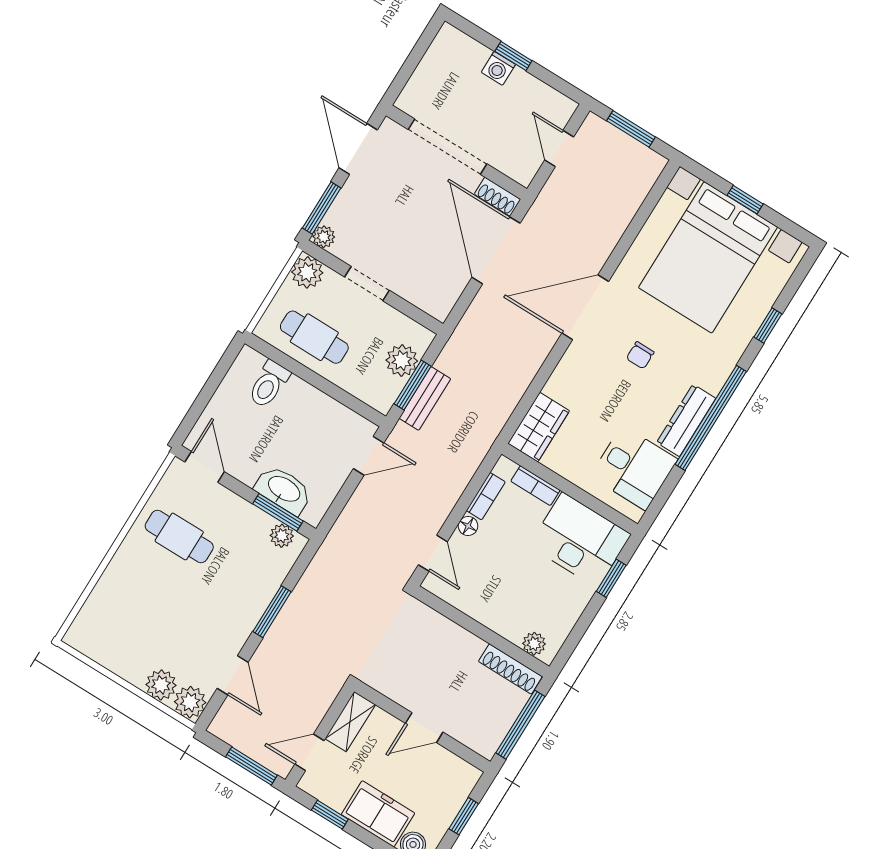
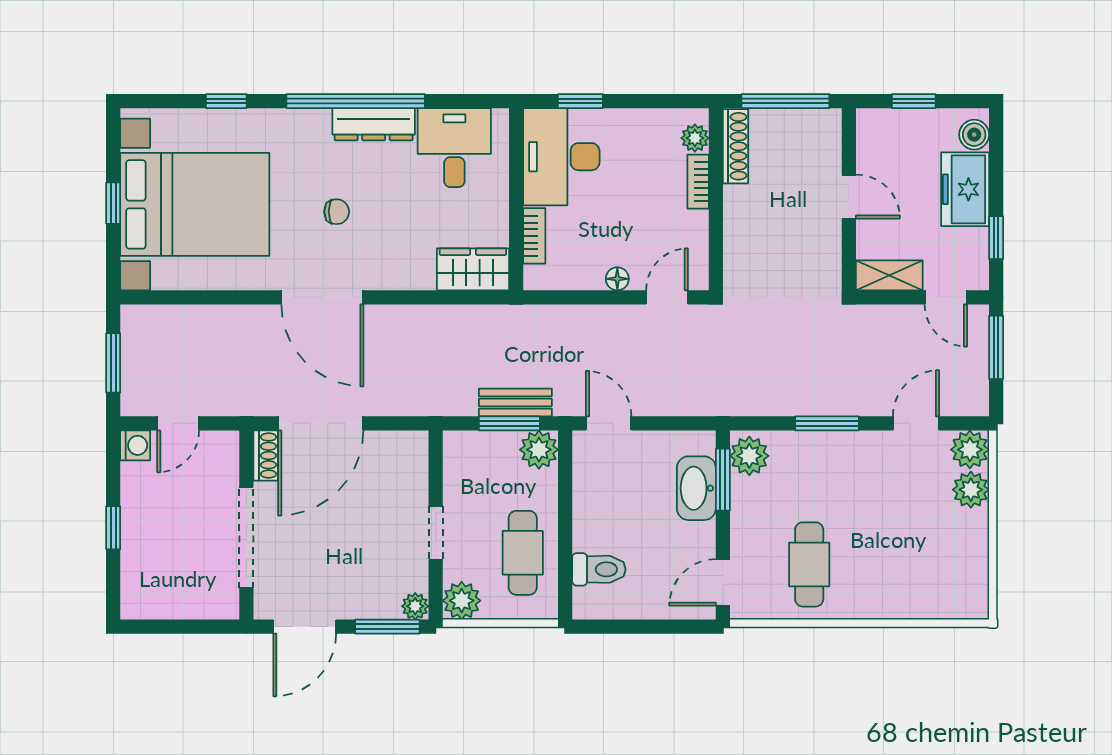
washing machine: (498, 68) -> (135, 445), moved
plant: (402, 361) -> (539, 450), moved
bookcase: (486, 496) -> (698, 182), moved, turned -90
plant: (282, 536) -> (749, 456), width x1.38, depth x1.38

